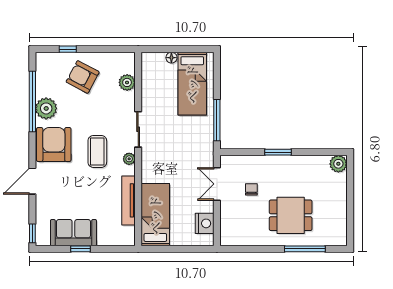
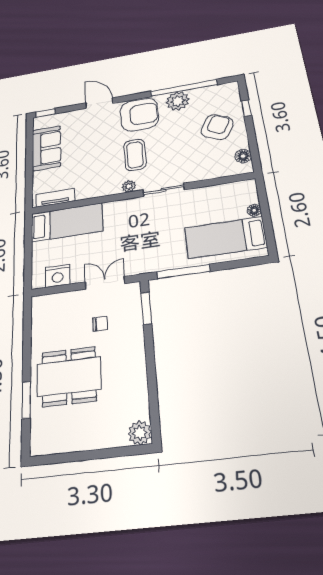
floor lamp: (117, 59) -> (243, 156), added
plant: (127, 82) -> (217, 170), removed
coffee table: (97, 151) -> (135, 155), turned 90
window: (278, 152) -> (146, 308), moved
tv unit: (129, 200) -> (55, 198), moved, width x0.71
dining table: (291, 215) -> (69, 376), width x1.38
window: (81, 249) -> (29, 157), removed
window: (305, 249) -> (26, 400), width x0.69

